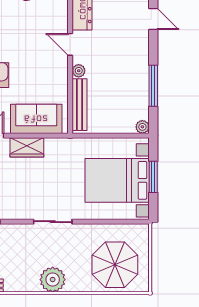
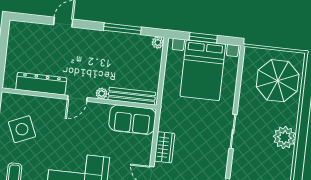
sofa: (36, 119) -> (132, 120), moved, turned -90

